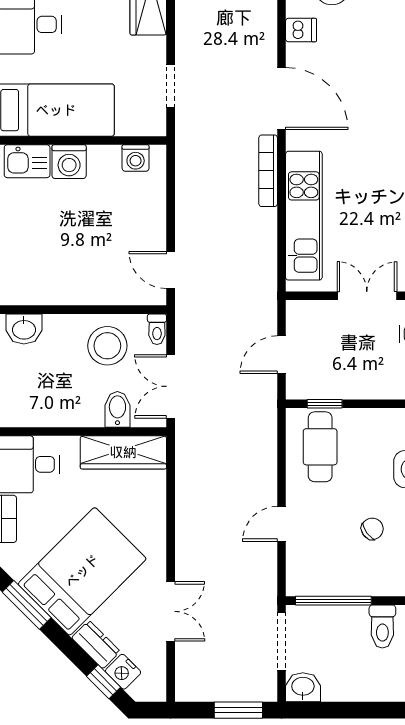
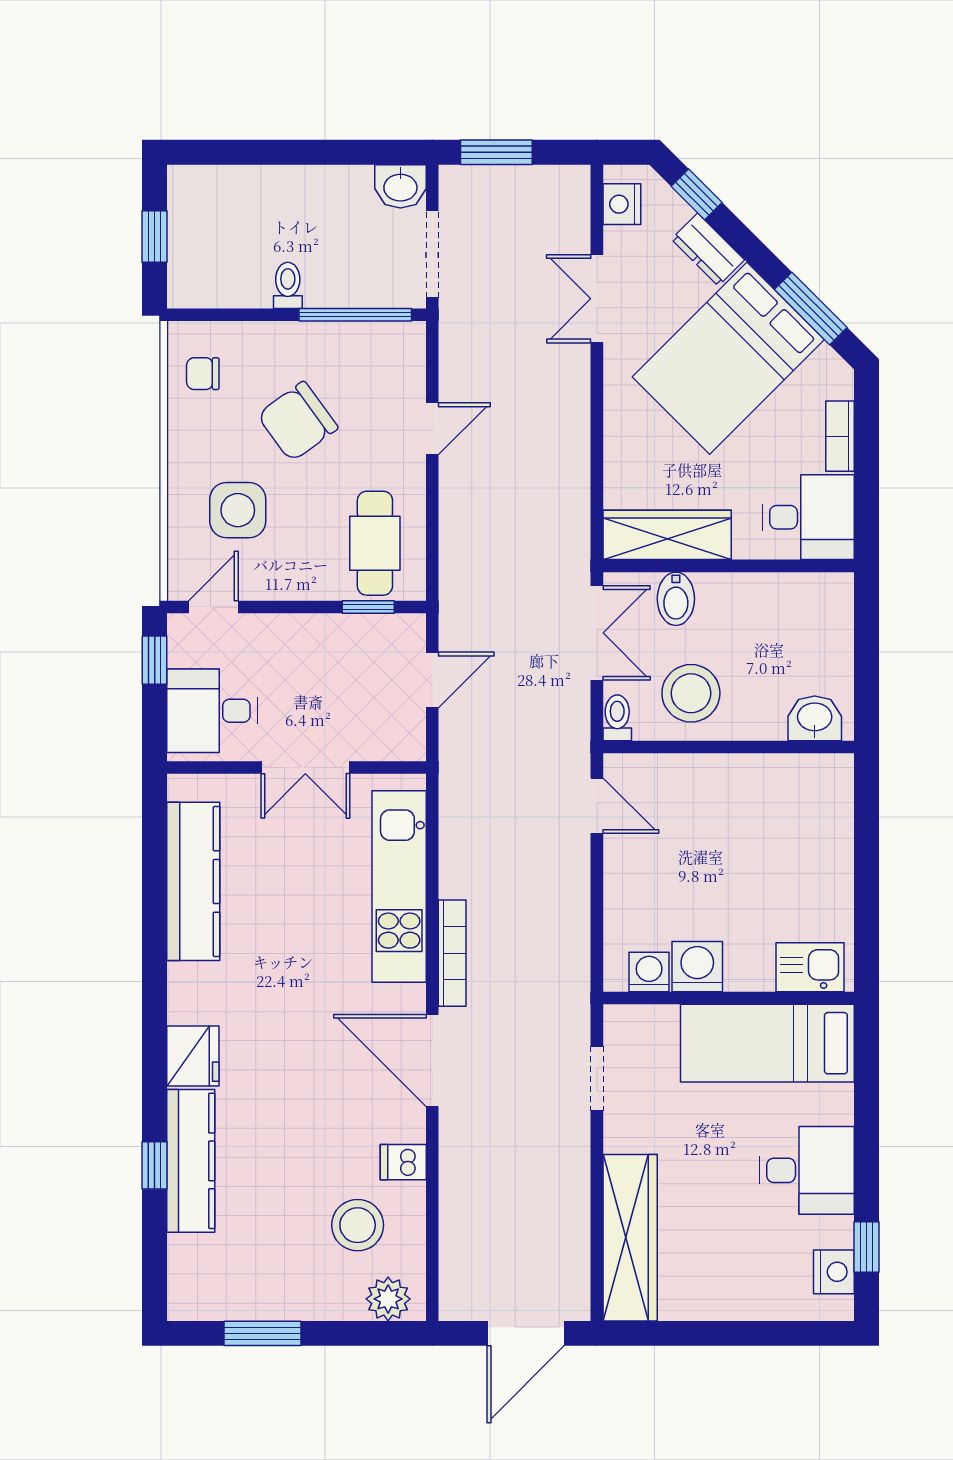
washing machine: (69, 162) -> (697, 967), moved
chair: (372, 529) -> (298, 421), width x1.87, depth x1.87
toilet: (382, 626) -> (288, 285), width x0.73, depth x0.72
nightstand: (123, 672) -> (622, 204), moved, turned -135

